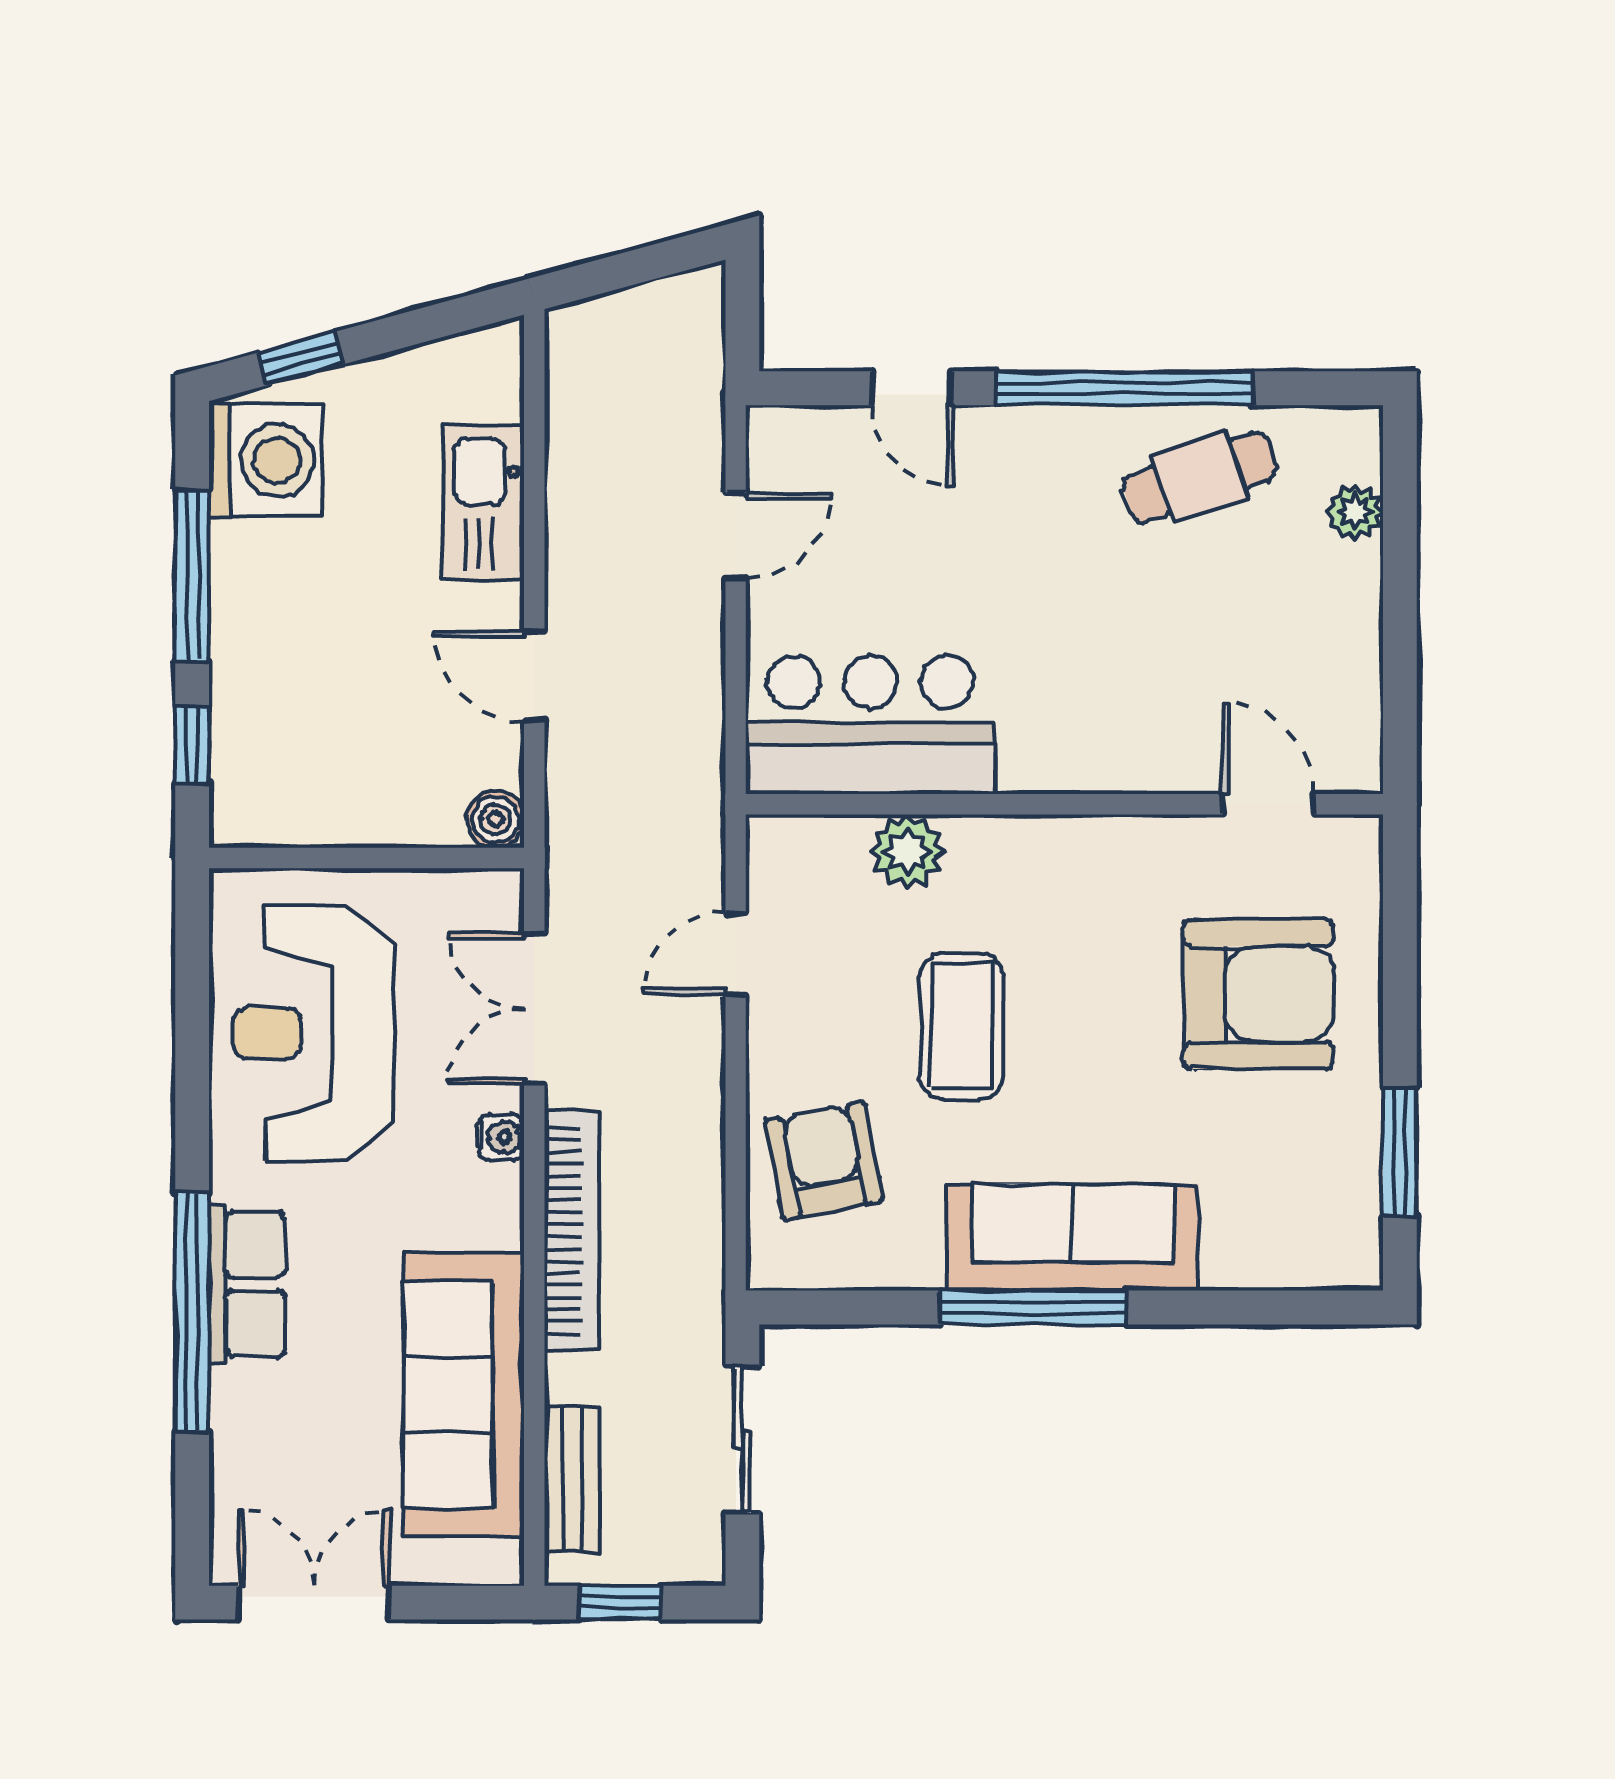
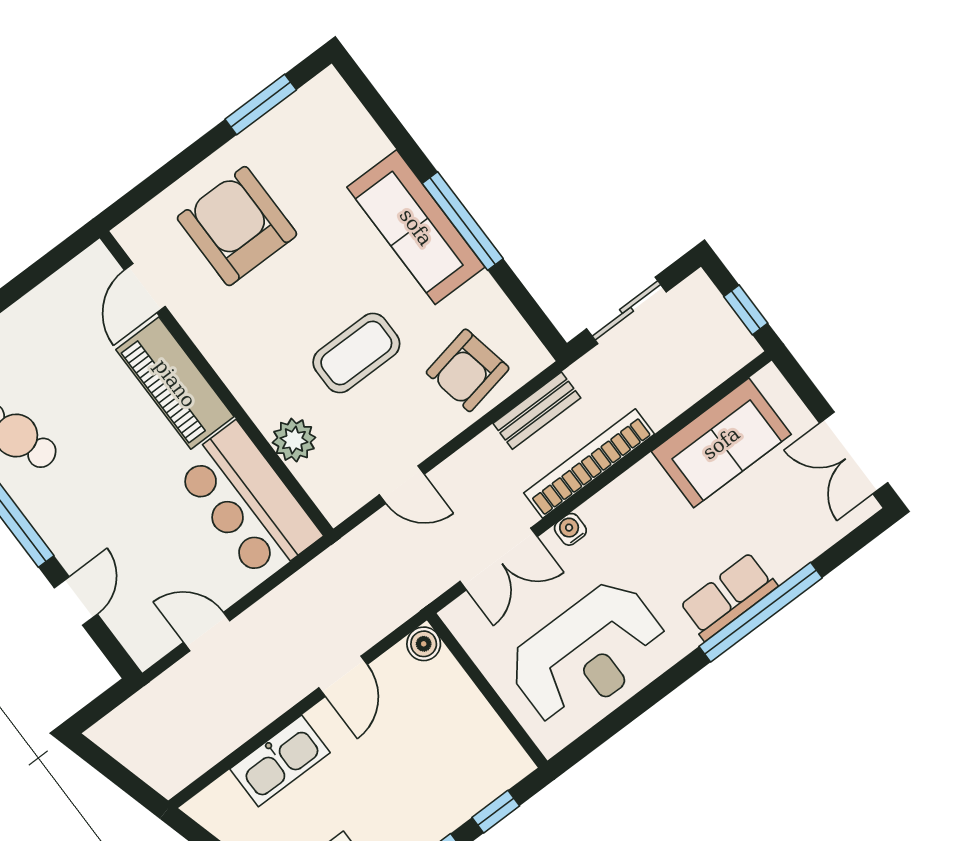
piano: (1108, 748) -> (175, 383), added
sofa: (464, 1395) -> (721, 443), width x0.73
bench: (572, 1479) -> (537, 411), moved

